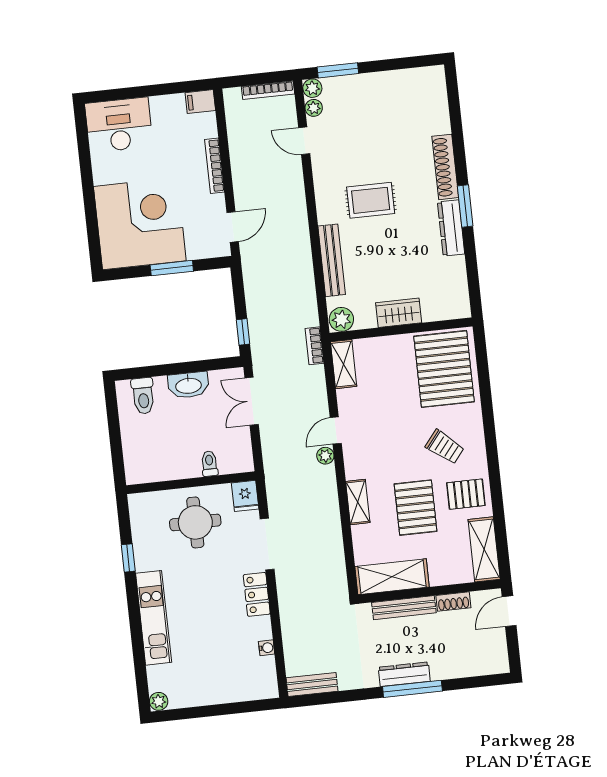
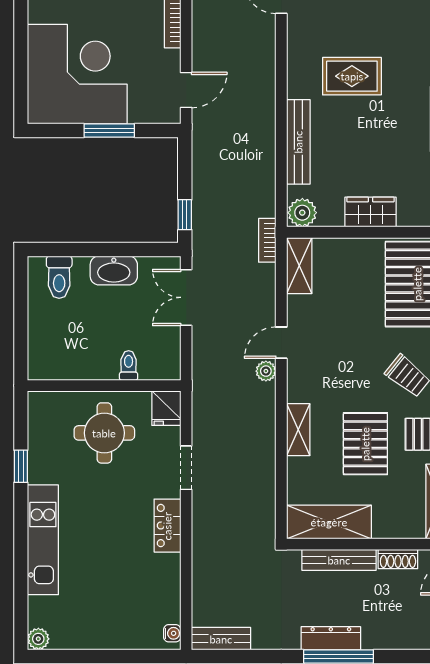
doorway: (267, 544) -> (186, 468), width x0.73
water cooler: (267, 648) -> (172, 633), moved

